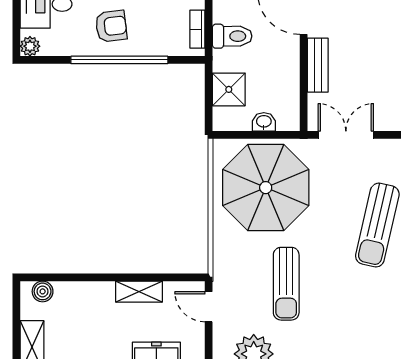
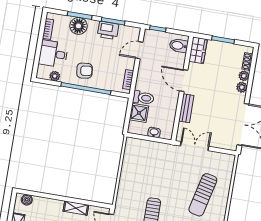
toilet: (232, 36) -> (143, 98), moved
plant: (30, 46) -> (55, 76), moved
parasol: (266, 188) -> (149, 166), removed

